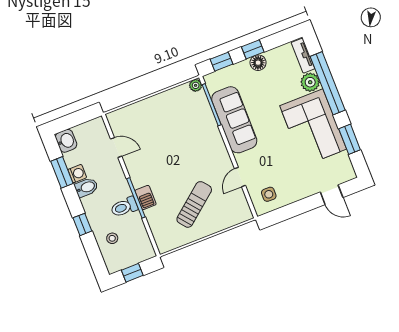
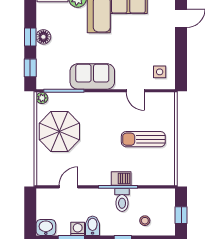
parasol: (169, 116) -> (59, 131), added
sofa: (234, 120) -> (92, 76), width x0.73
sun lounger: (194, 204) -> (143, 139), turned -51

